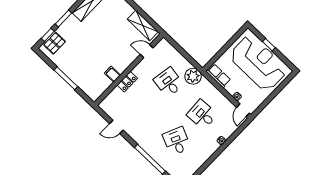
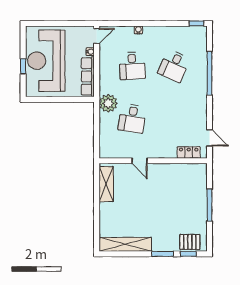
door: (147, 51) -> (139, 161), moved
filing cabinet: (112, 74) -> (170, 171), removed
row of seats: (219, 76) -> (88, 76), width x1.48
locker: (127, 82) -> (189, 152), moved
door: (116, 127) -> (209, 138), moved

